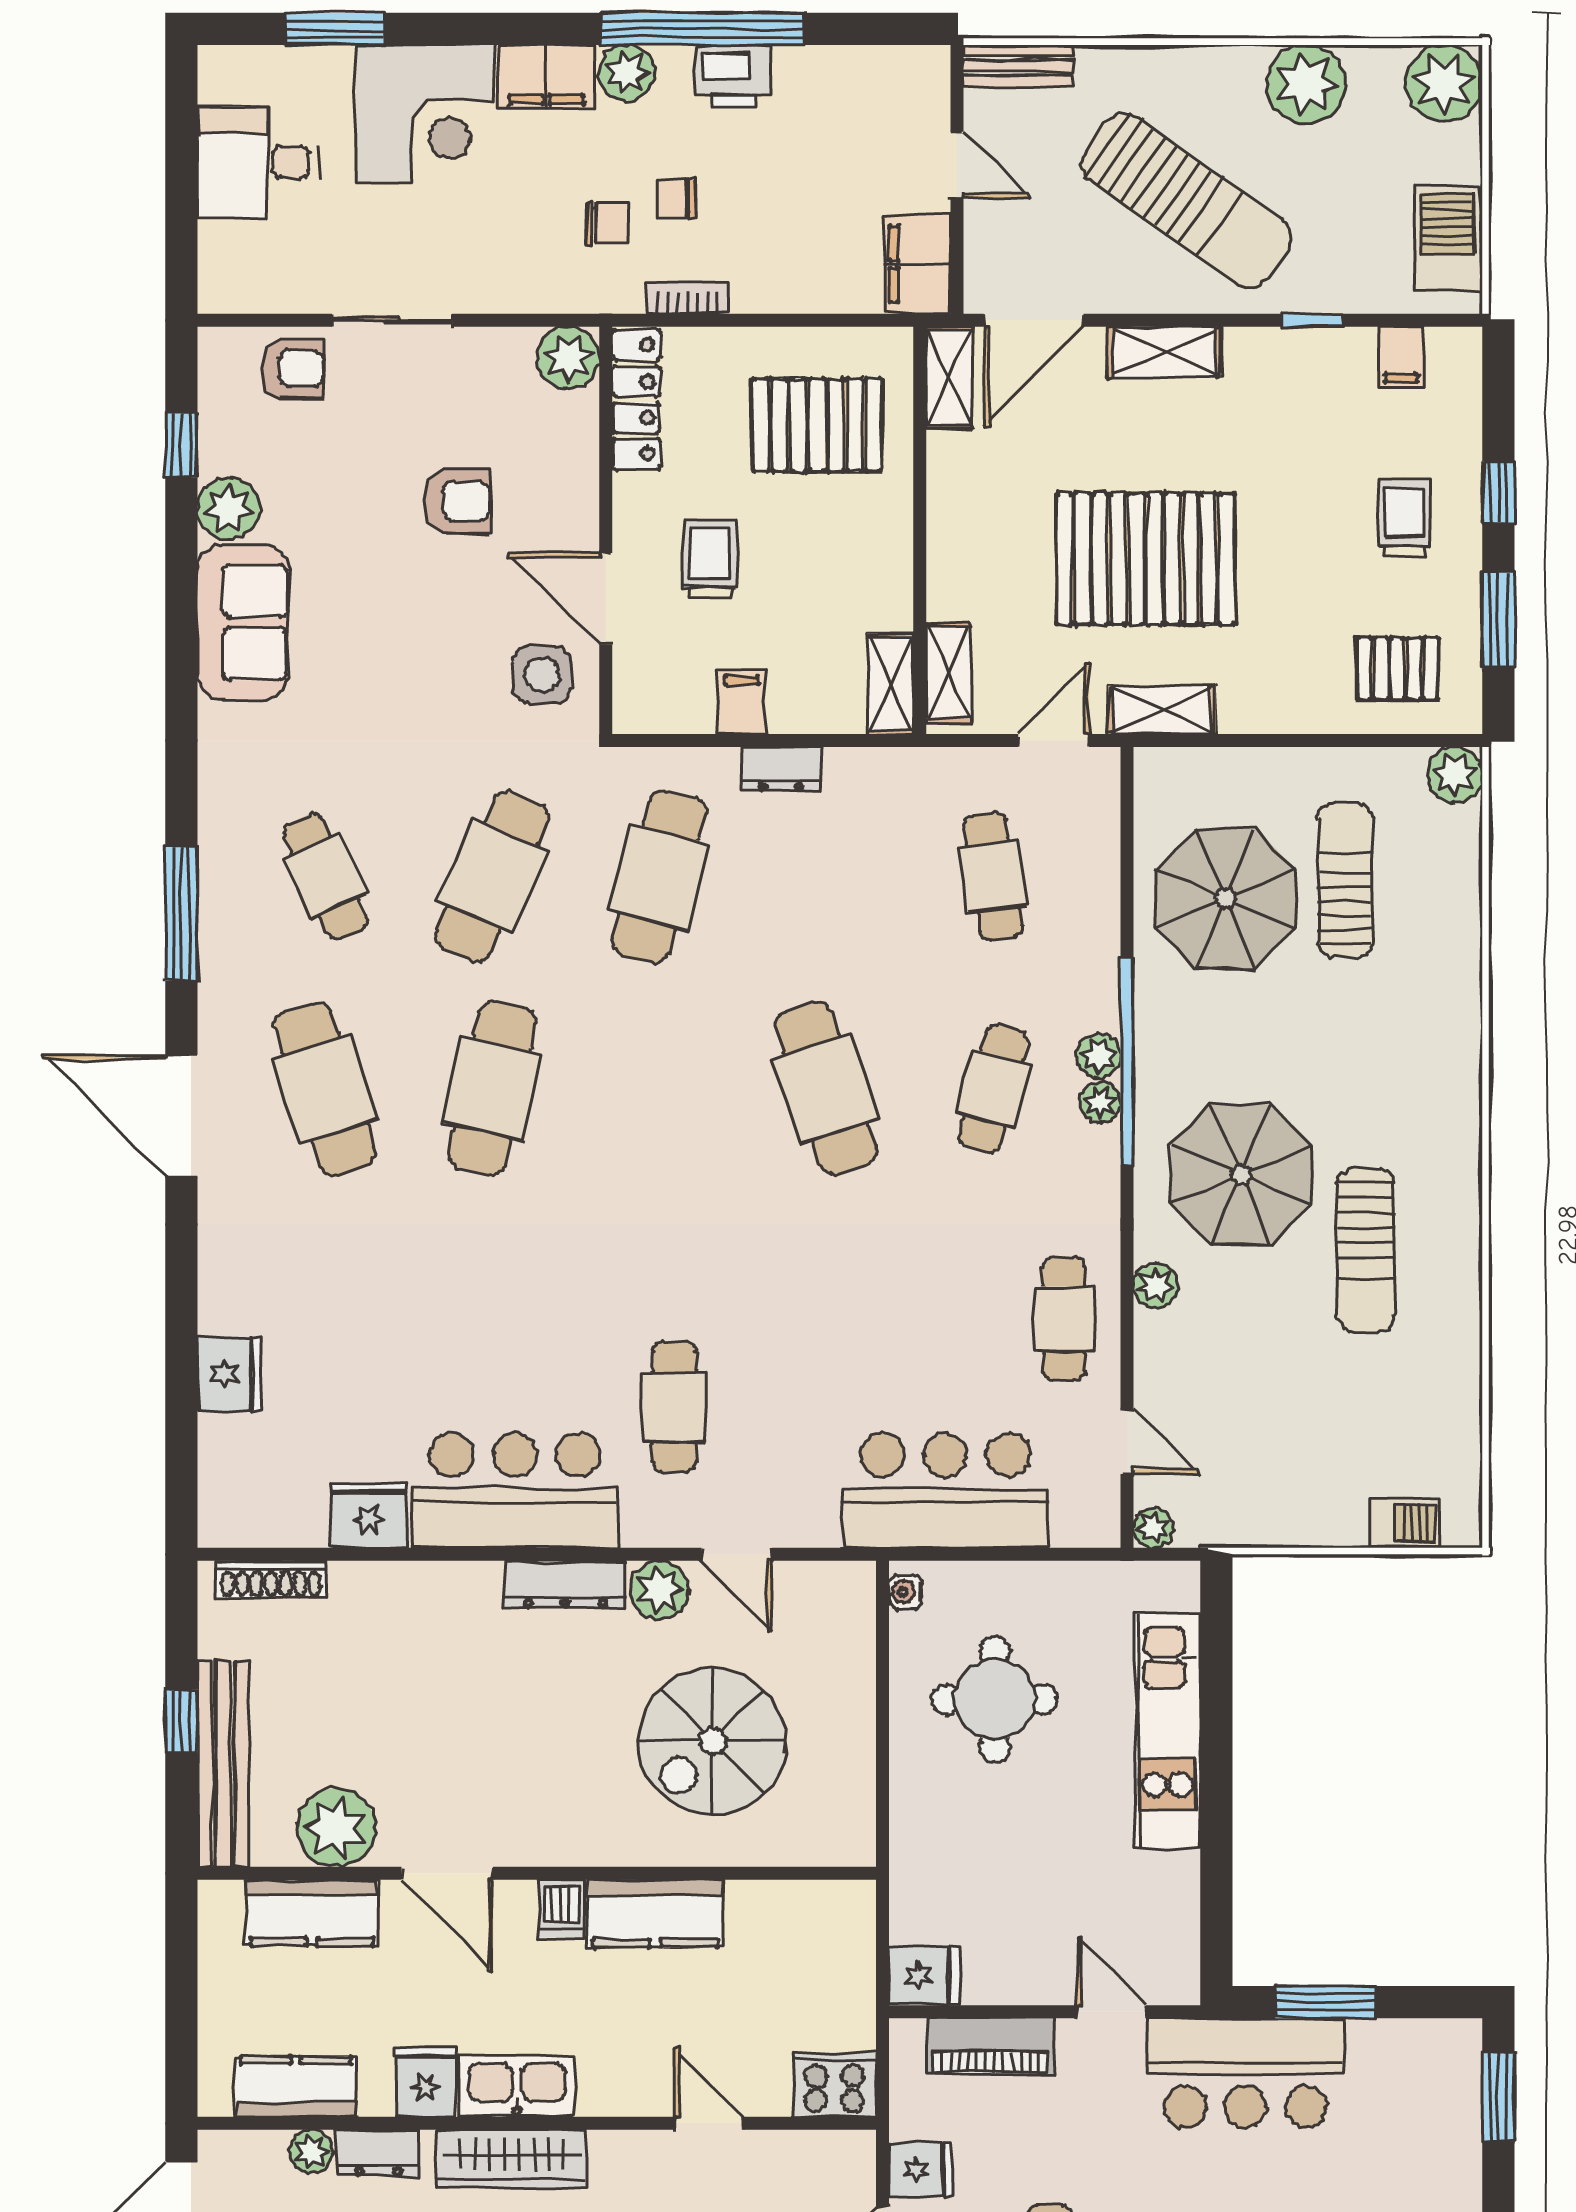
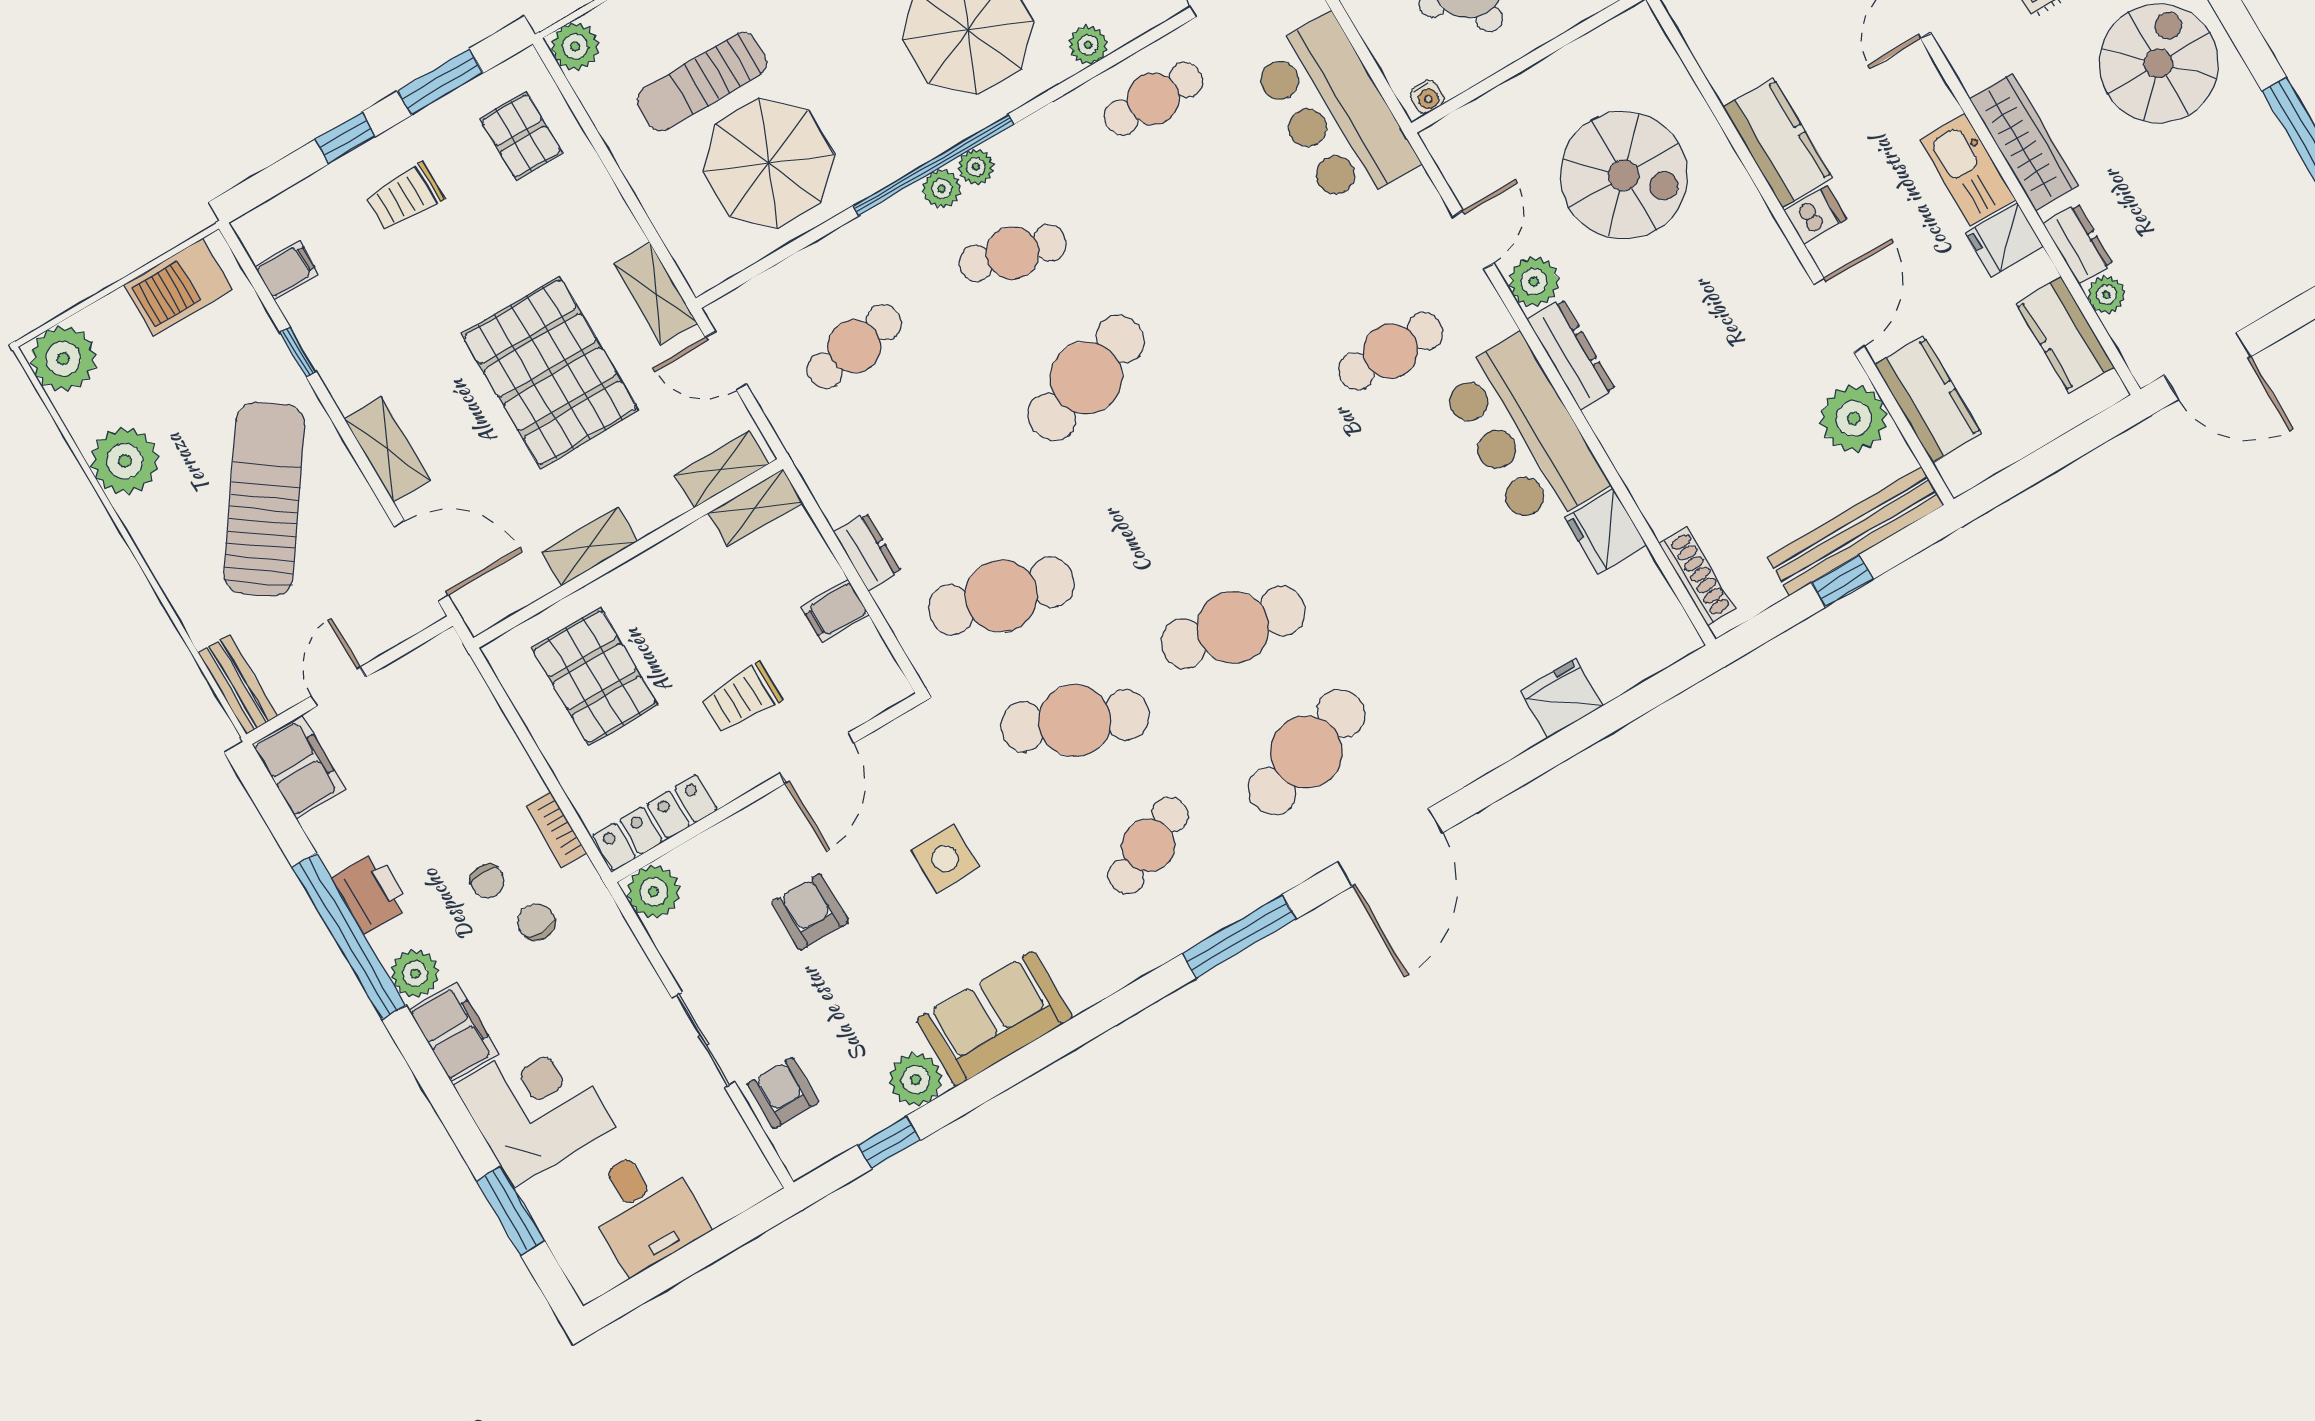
filing cabinet: (917, 264) -> (299, 767), moved, turned -90
shelving: (949, 378) -> (590, 547), moved
side table: (542, 675) -> (945, 859), moved

